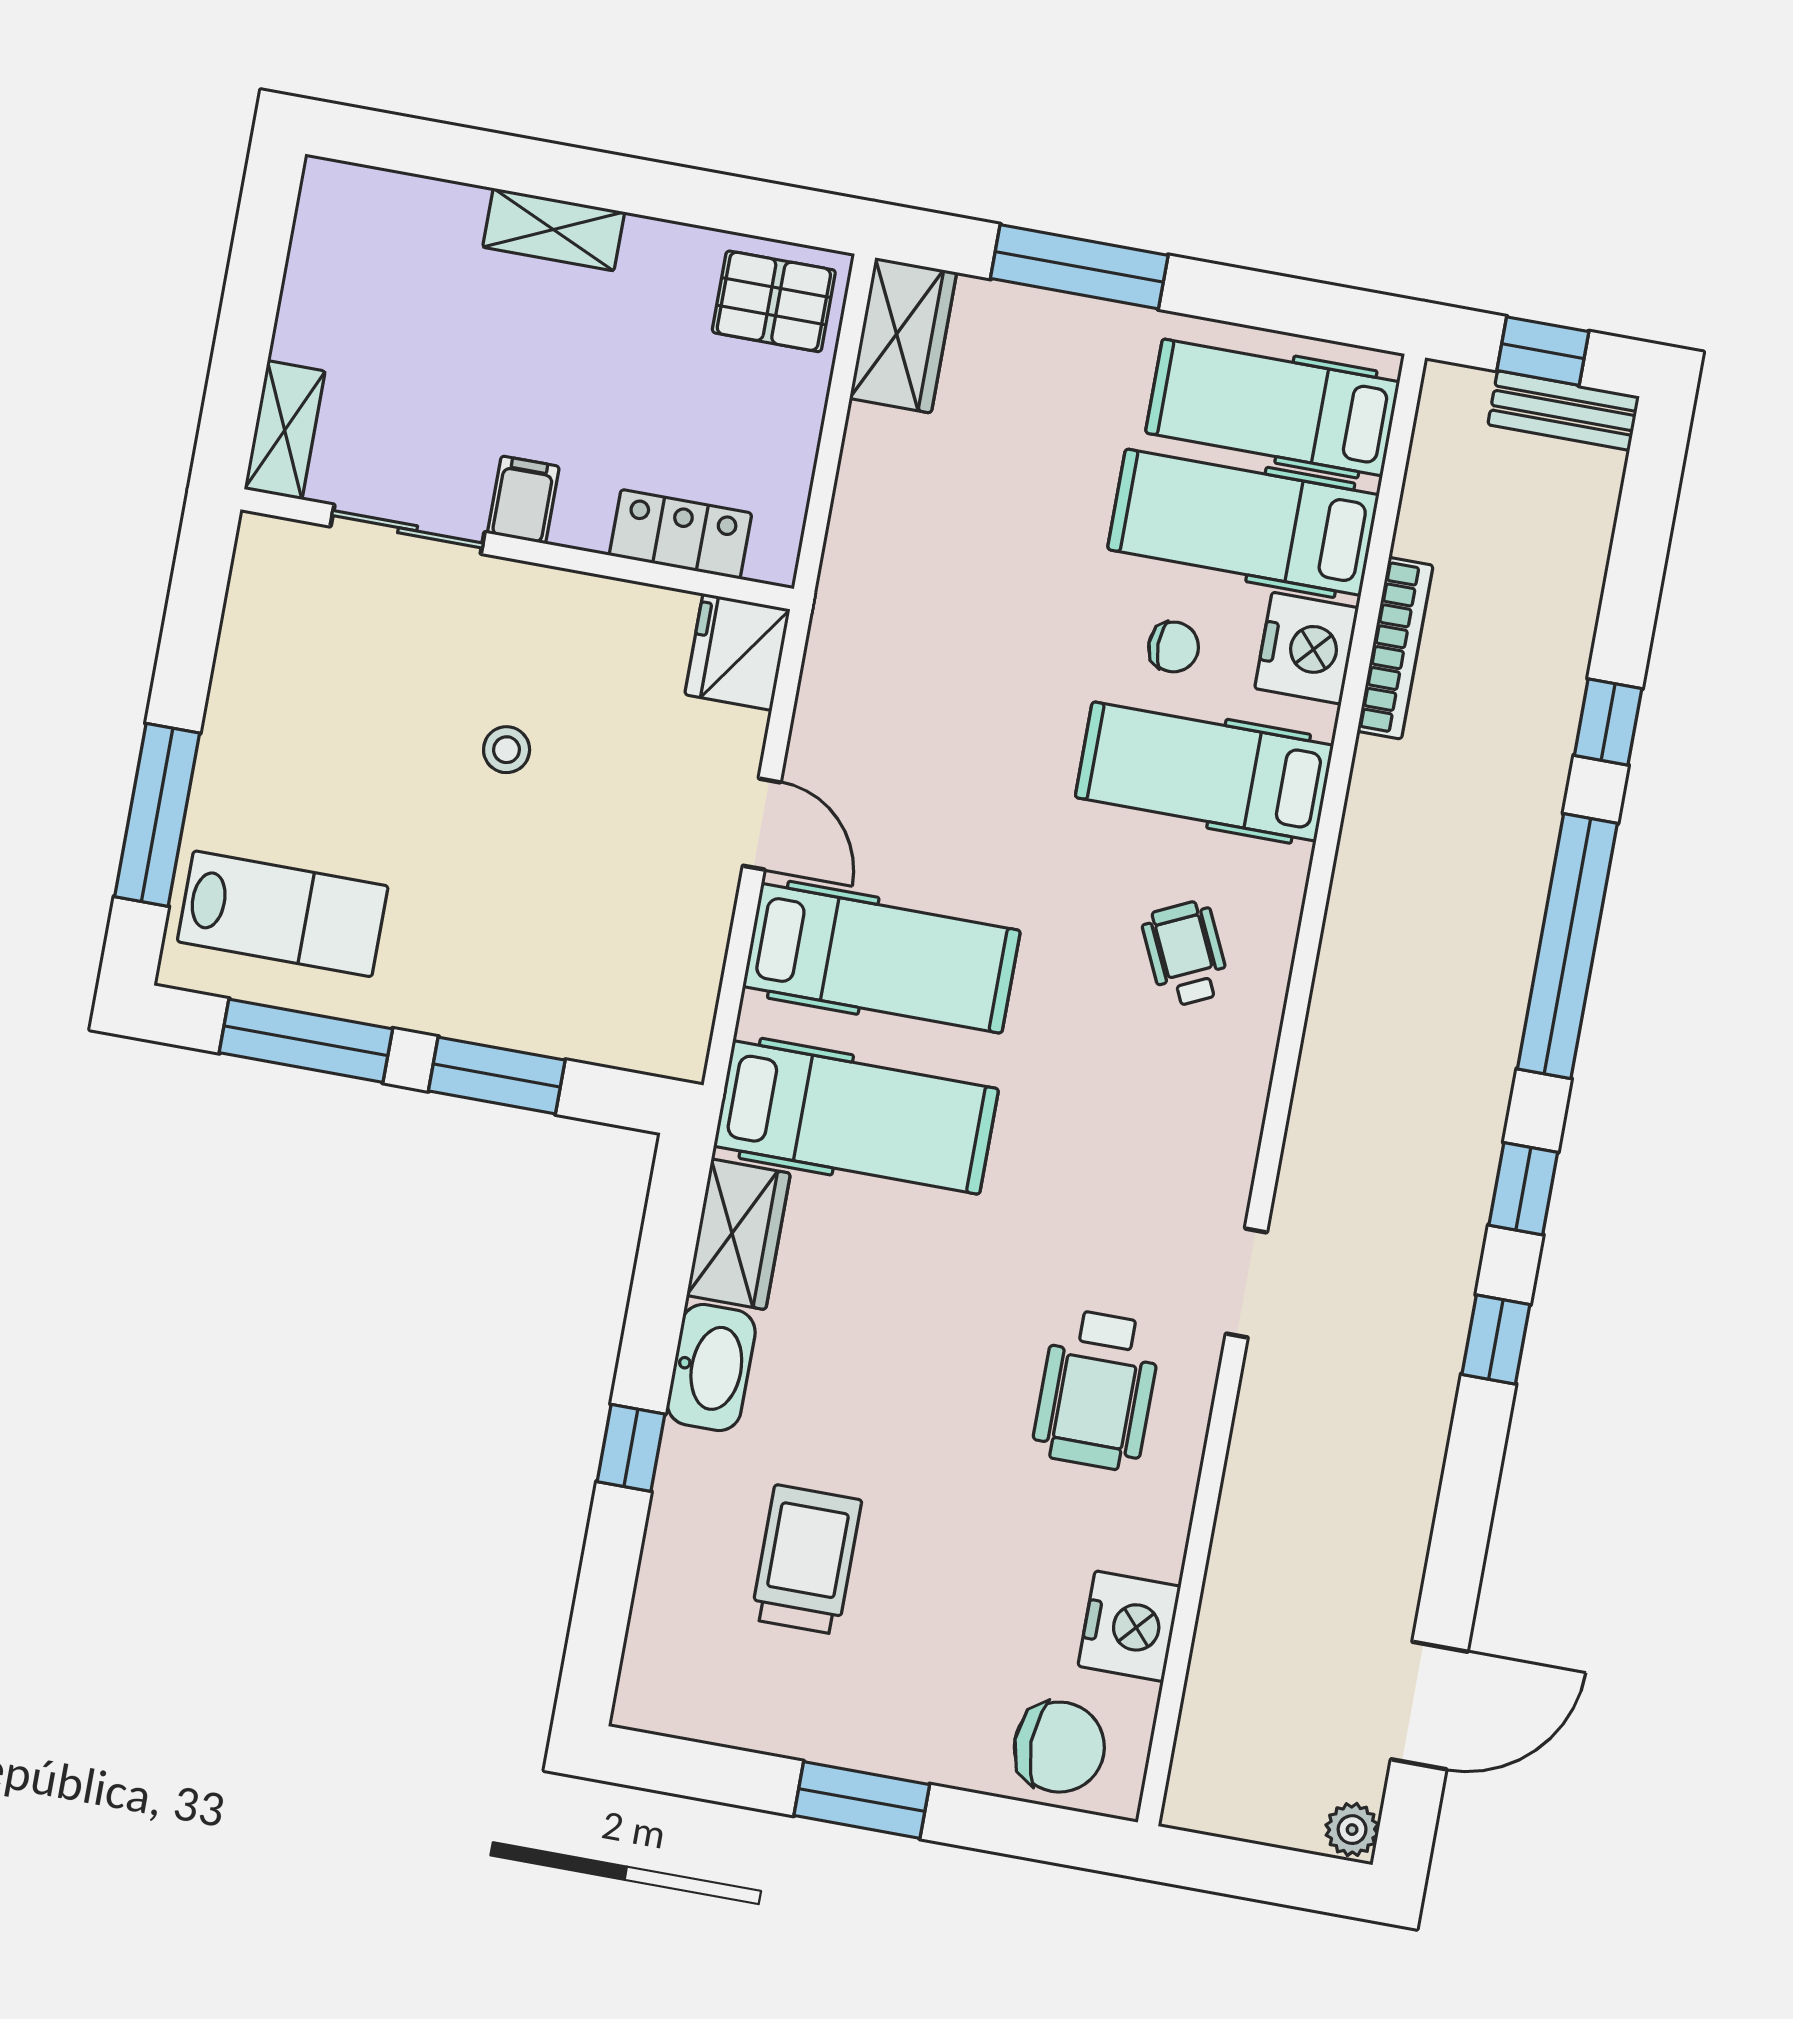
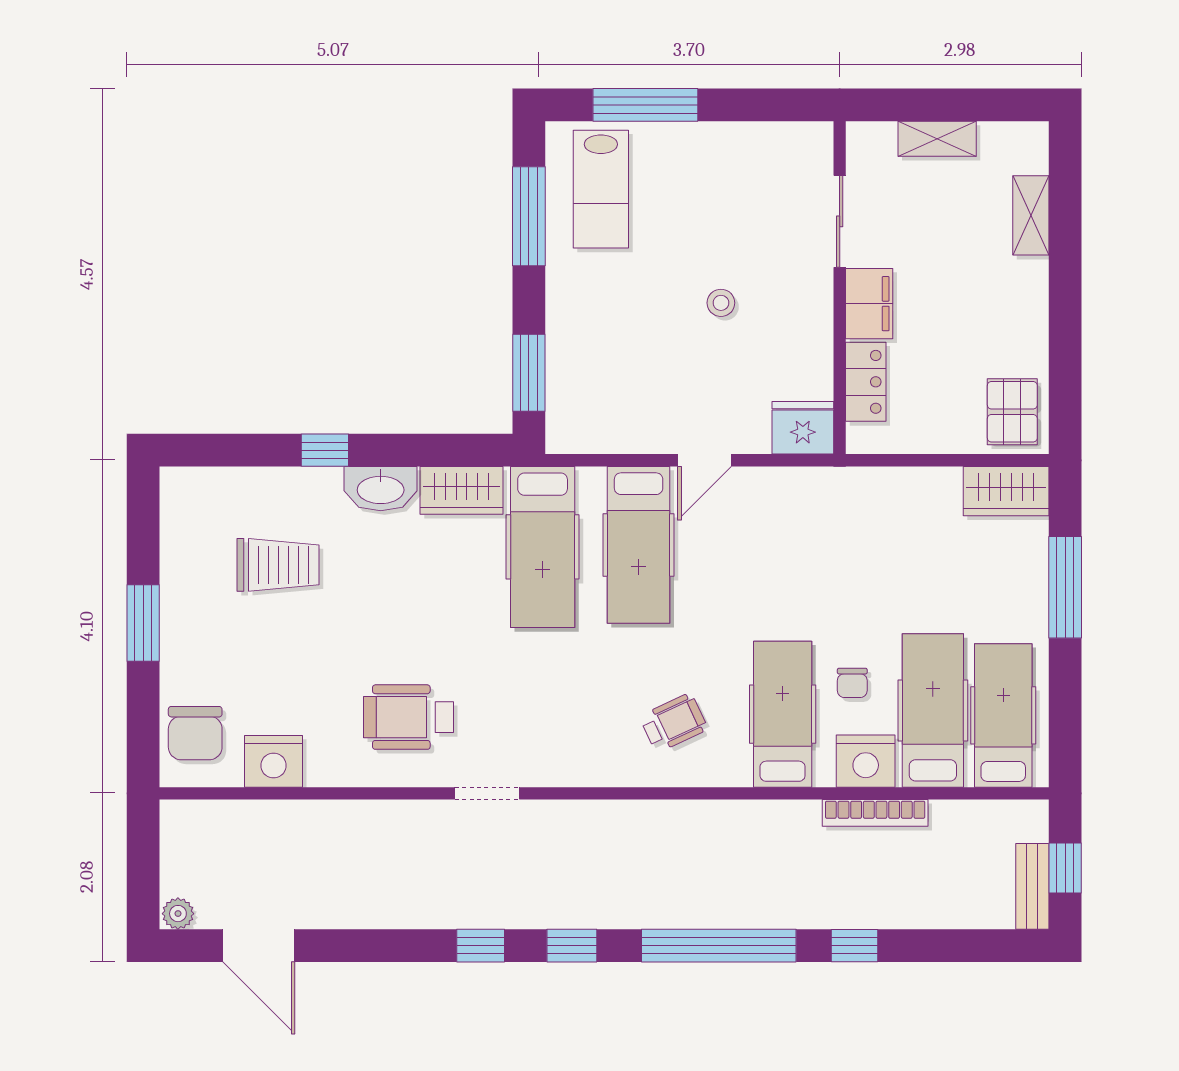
shelving: (554, 230) -> (1031, 215), moved
shelving: (285, 430) -> (937, 139), moved
filing cabinet: (523, 500) -> (869, 304), width x2.00
window: (497, 1075) -> (529, 373), moved

